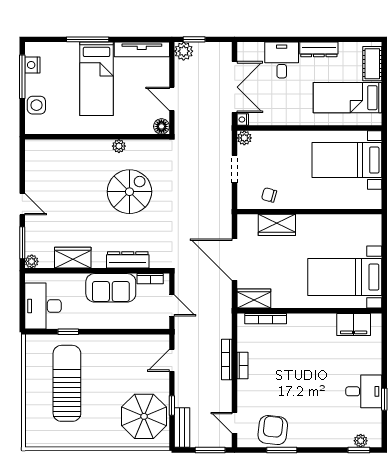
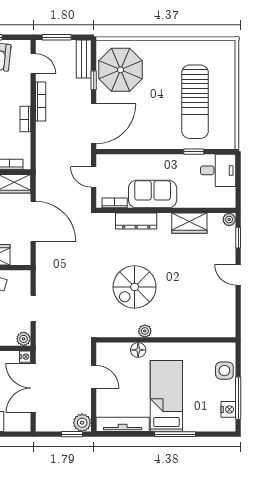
floor lamp: (161, 126) -> (138, 350), moved
window: (22, 243) -> (238, 238), width x0.67
desk: (43, 306) -> (218, 170), width x0.73
door: (172, 360) -> (94, 124), width x1.88
bookcase: (227, 360) -> (41, 101), moved

